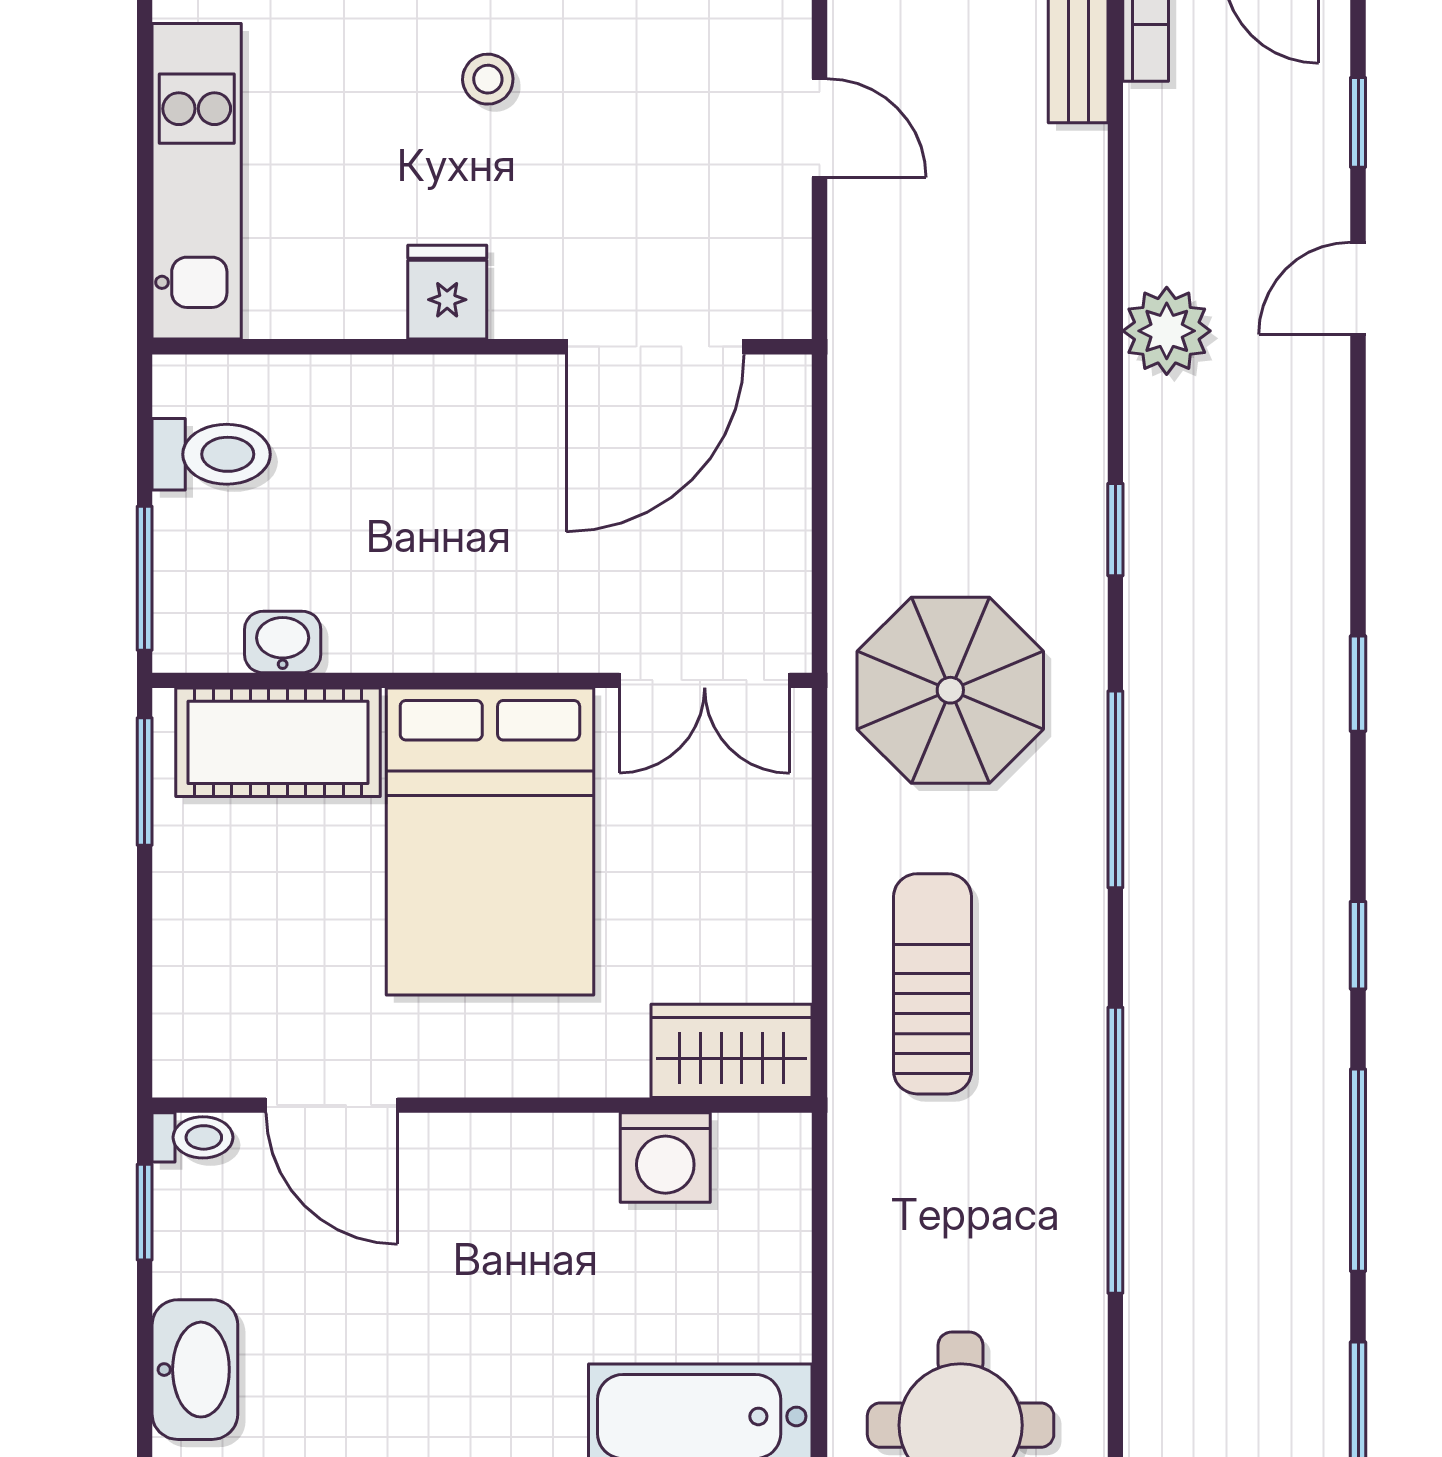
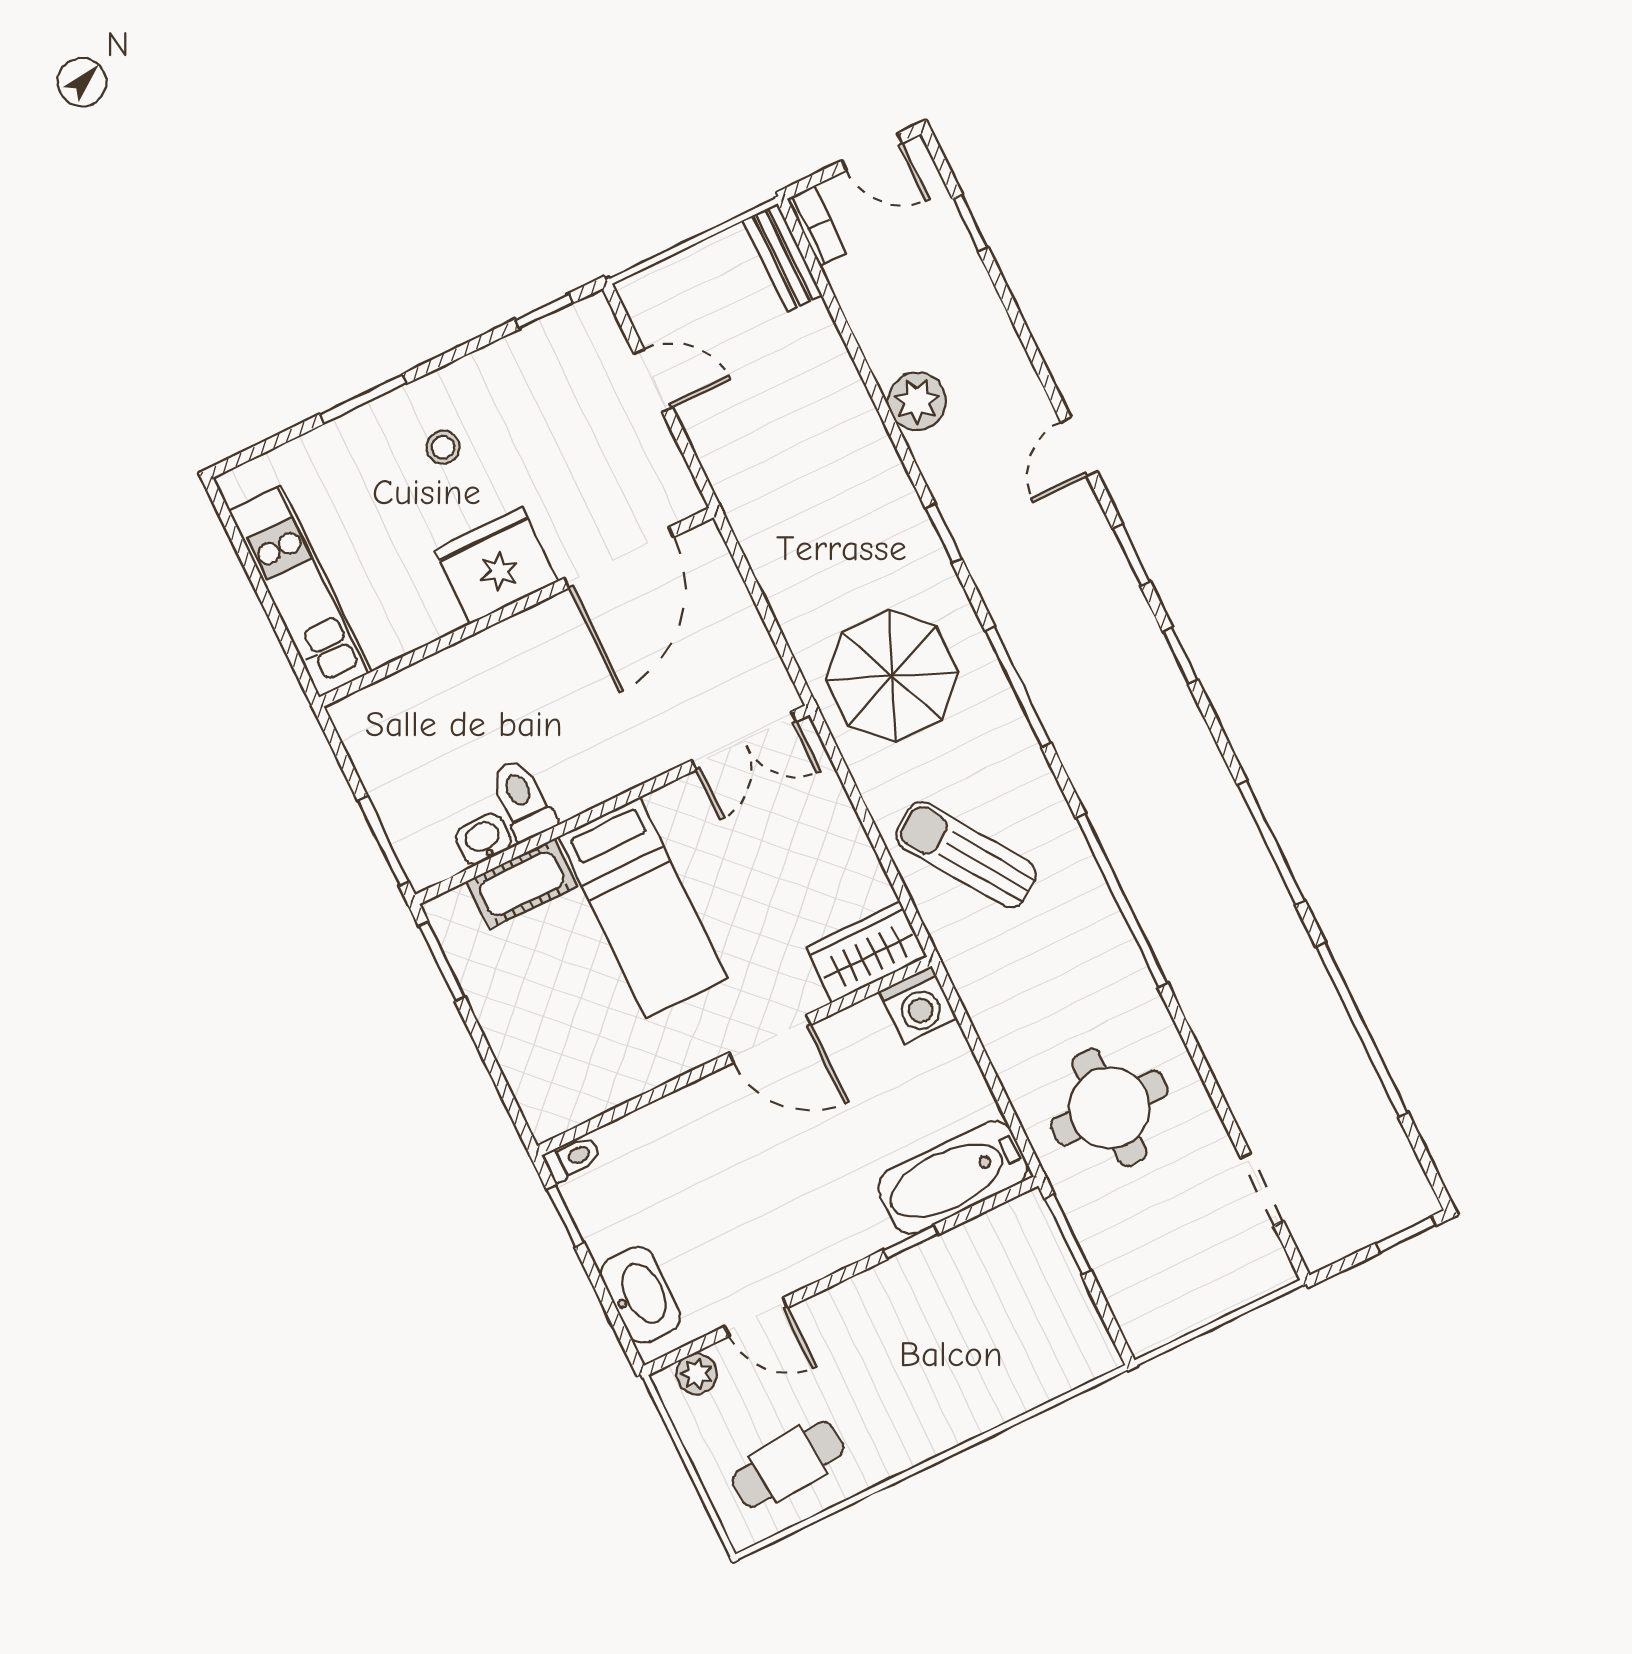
door: (1358, 288) -> (1079, 447), moved
fridge: (447, 292) -> (496, 566), width x1.88, depth x1.34
toilet: (211, 454) -> (523, 800), moved, turned -90
cot: (278, 742) -> (522, 884), width x0.73, depth x0.75
bed: (490, 842) -> (643, 908), width x0.67
window: (1358, 945) -> (1180, 656), moved
sun lounger: (933, 984) -> (966, 855), turned -34
door: (332, 1105) -> (770, 1039), moved
washing machine: (665, 1157) -> (918, 1005), moved

